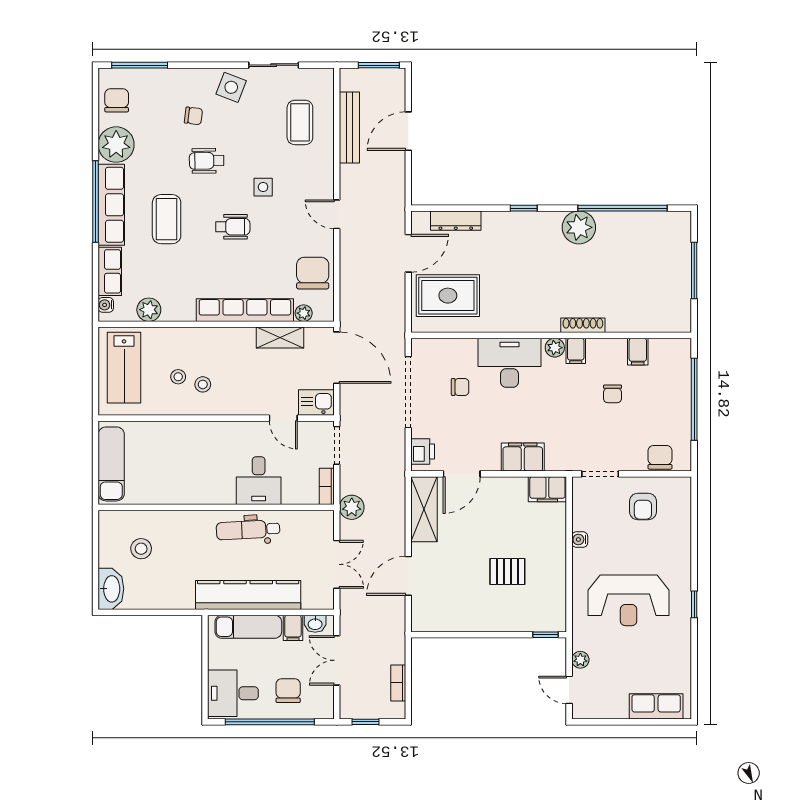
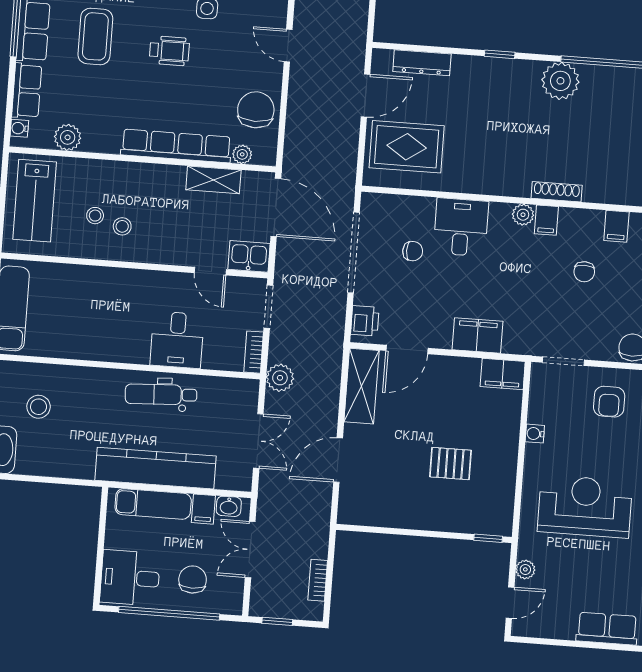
desk: (509, 363) -> (461, 227), width x0.73
reception desk: (629, 600) -> (585, 506), turned 180
door: (569, 690) -> (510, 603), swing flipped

